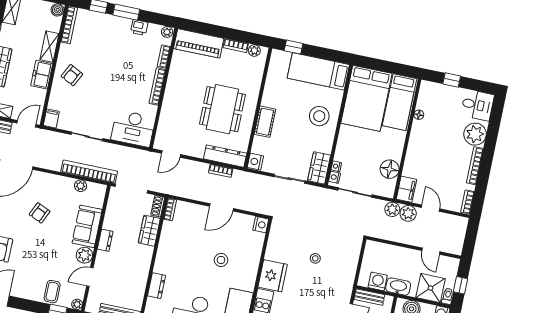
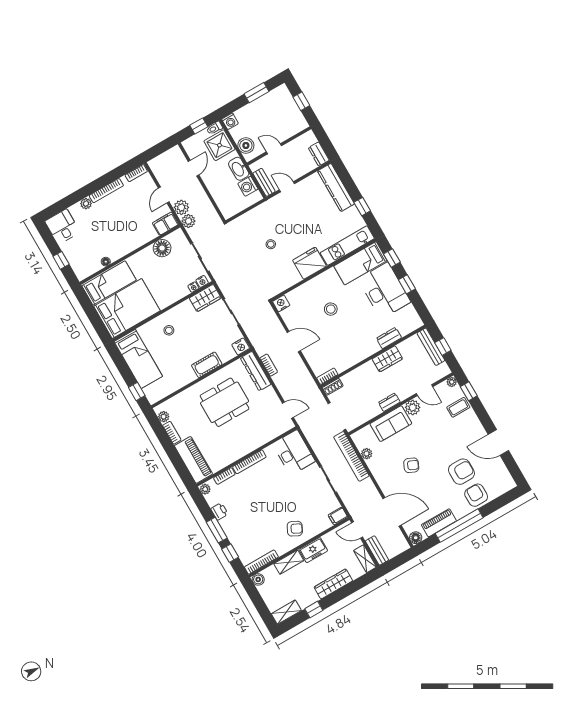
stool: (319, 116) -> (169, 330), width x0.53, depth x0.53
plant: (475, 134) -> (86, 204), width x0.53, depth x0.53
wardrobe: (149, 231) -> (387, 359), moved

